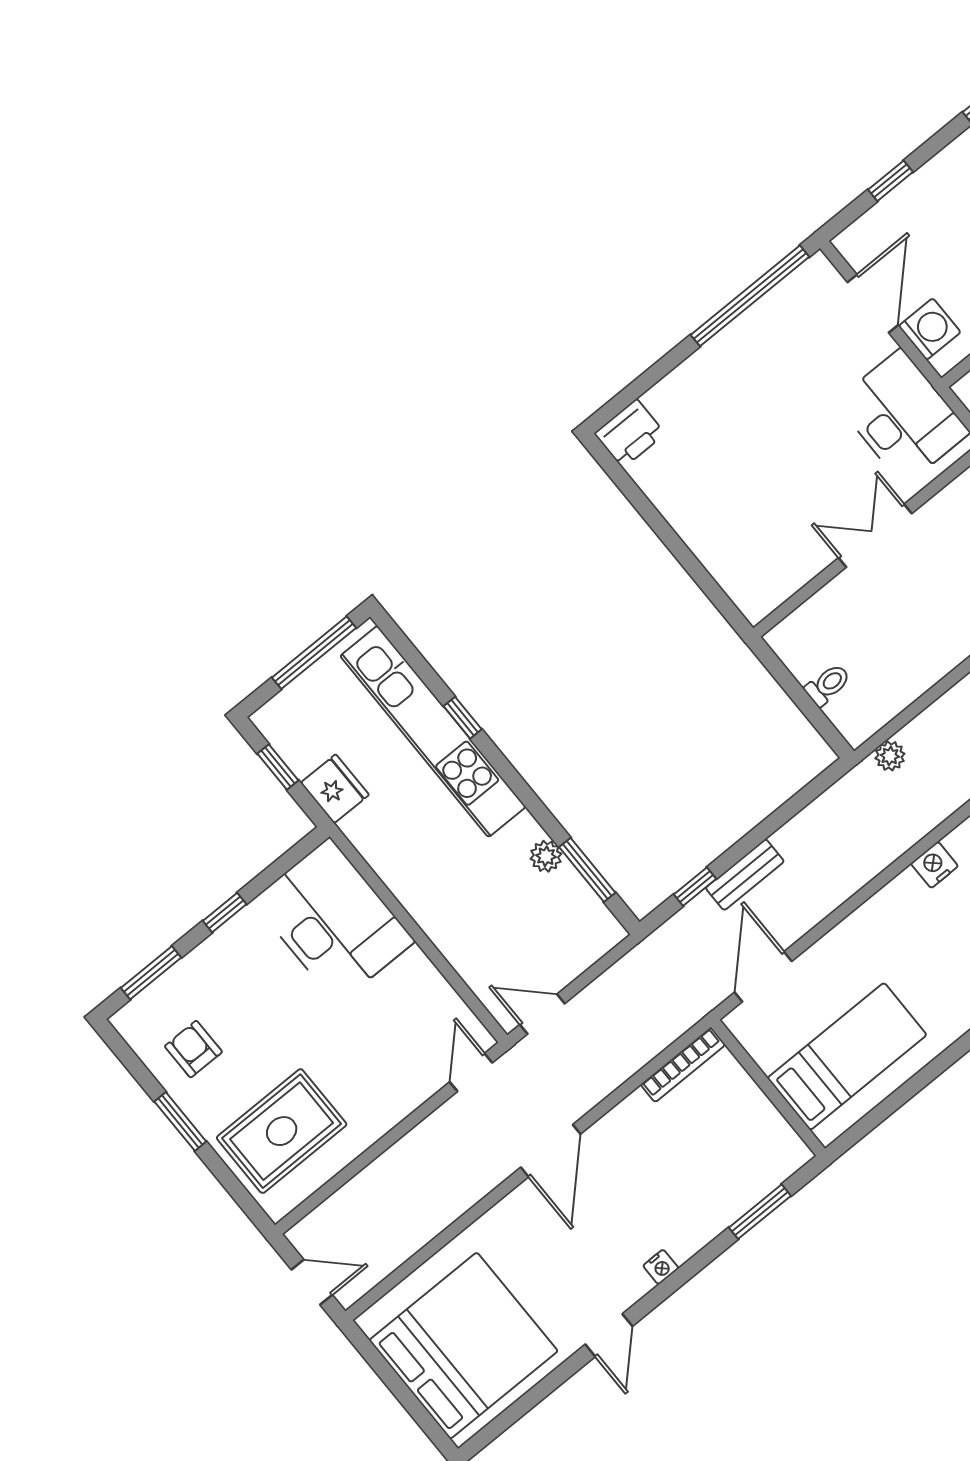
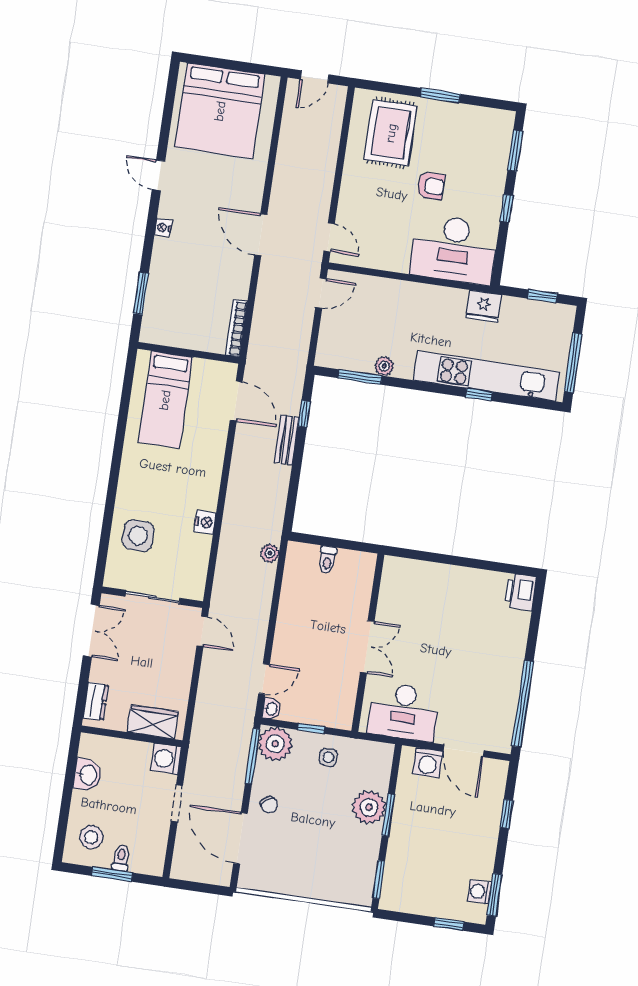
fridge: (335, 789) -> (484, 306), moved
armchair: (193, 1049) -> (431, 186), moved

